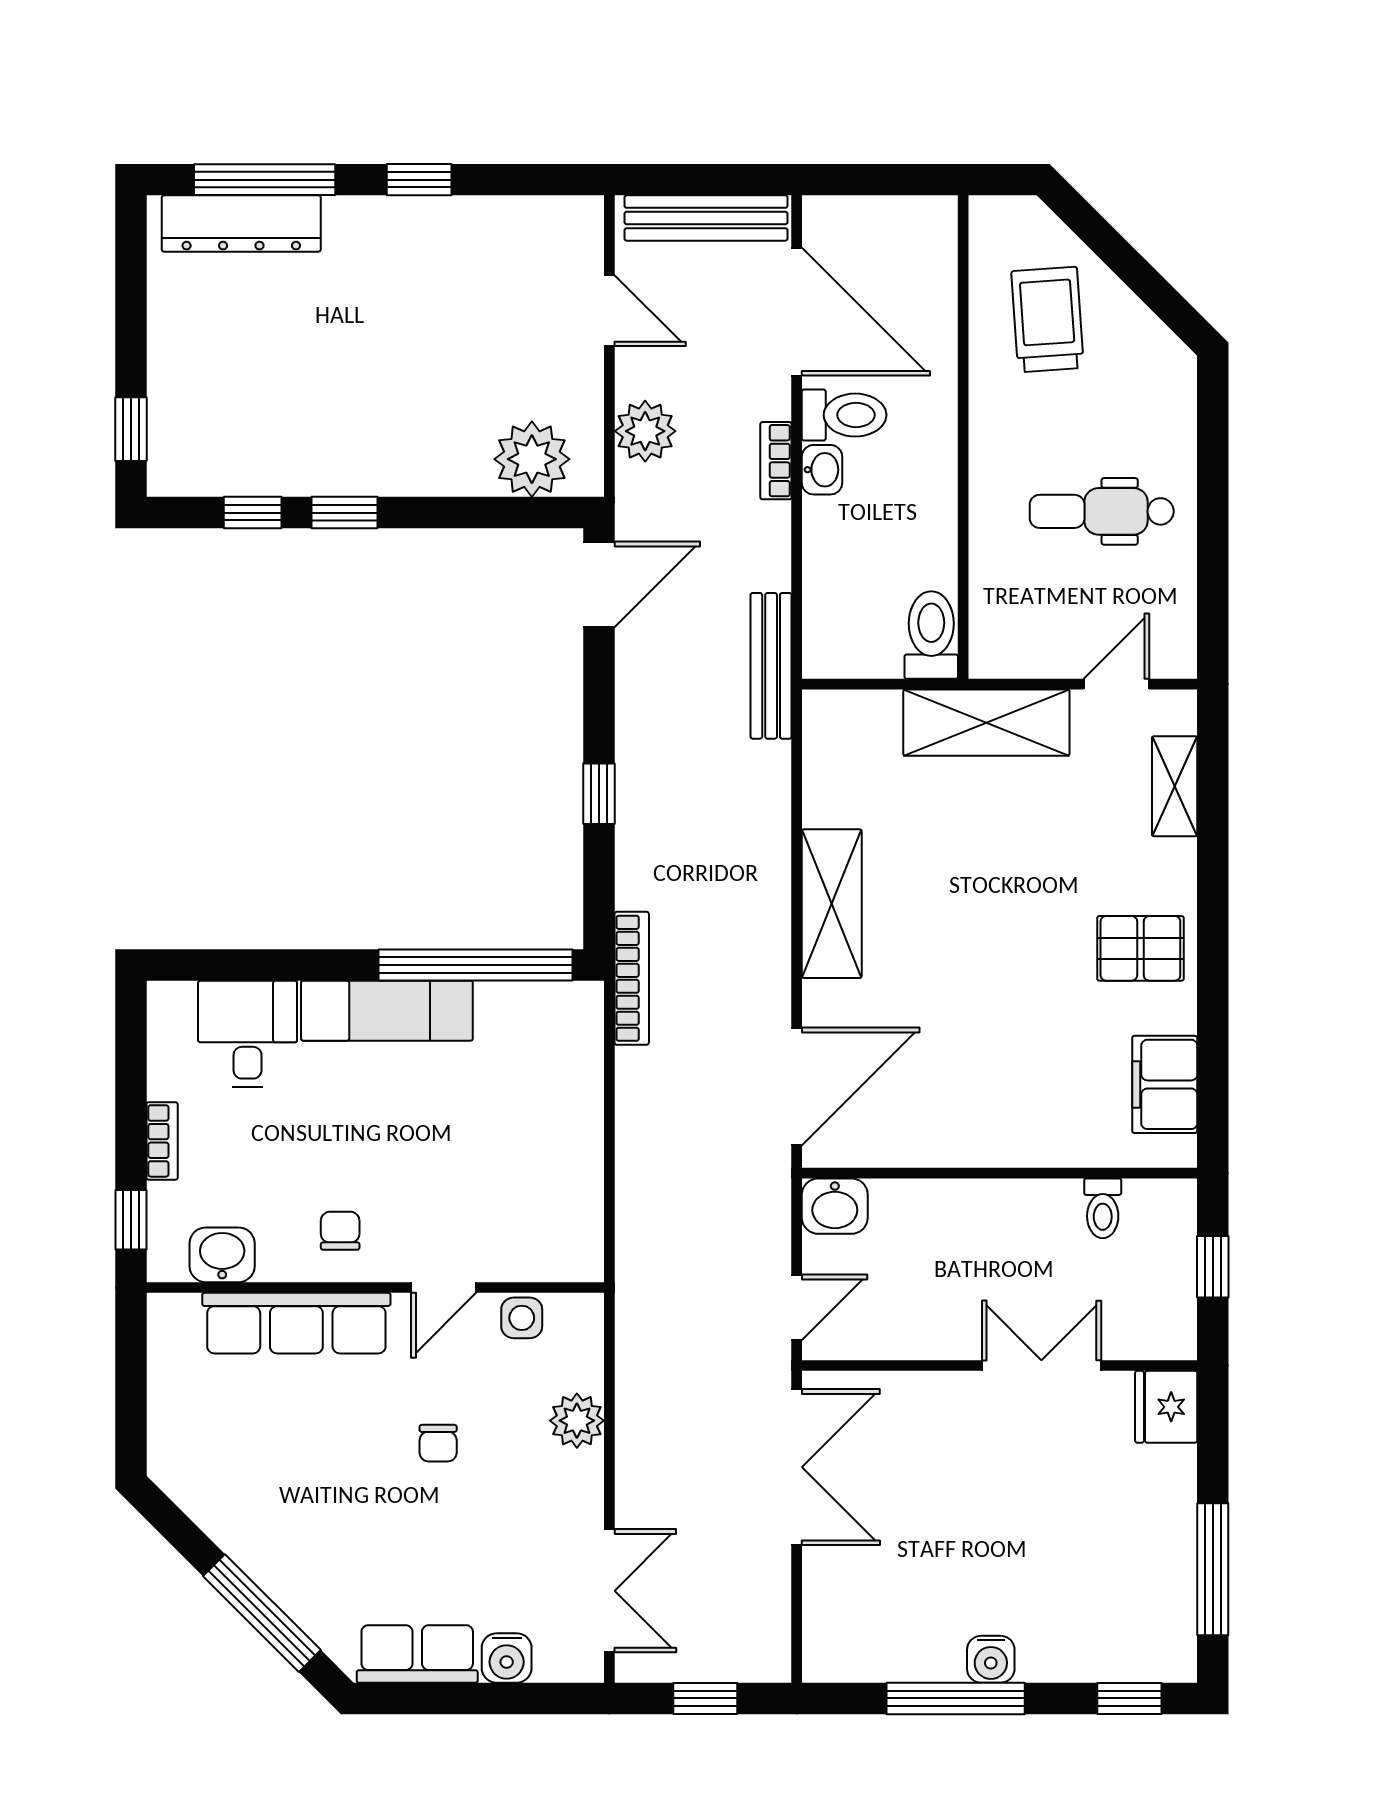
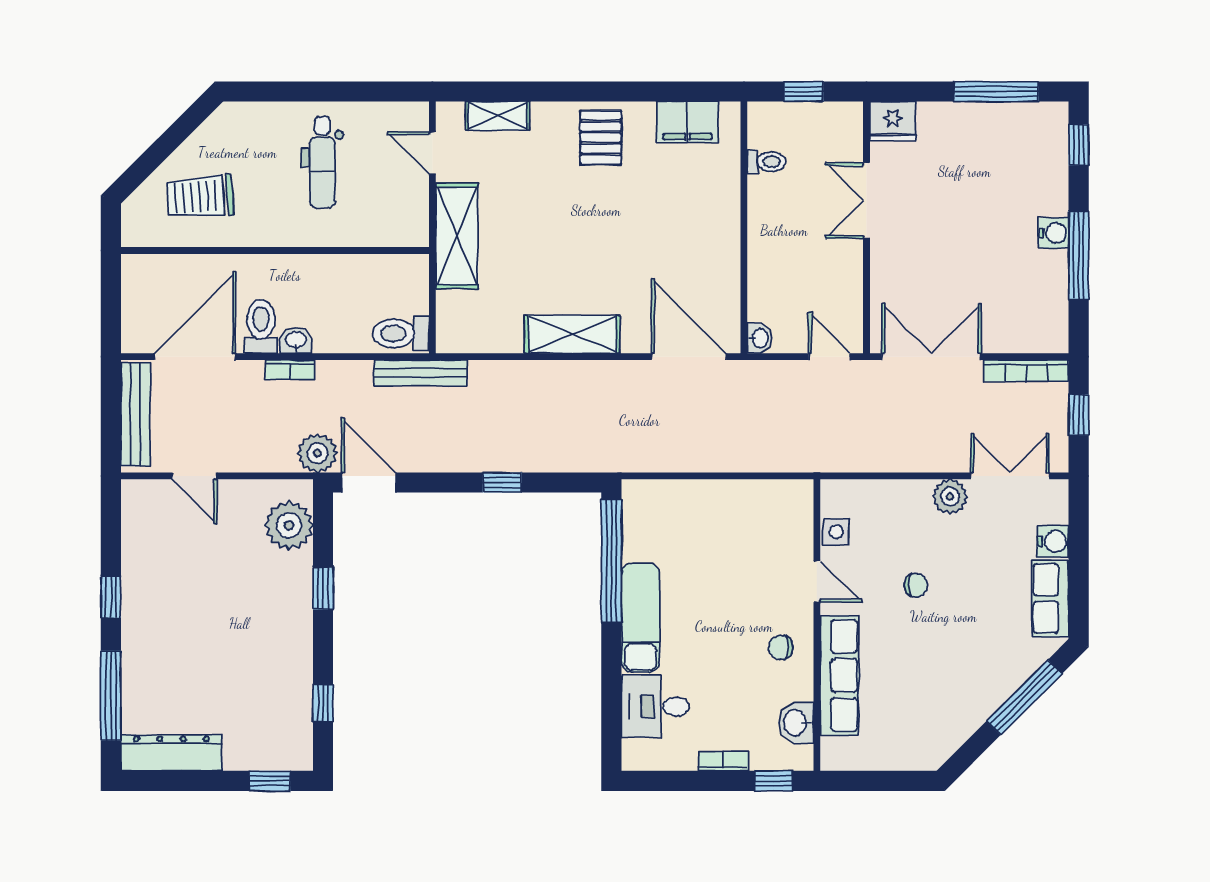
dresser: (241, 224) -> (171, 753), moved, turned -90
door: (609, 311) -> (194, 476), swing flipped
plant: (645, 431) -> (317, 453), moved
window: (344, 513) -> (323, 588), moved
toilet: (931, 635) -> (401, 334), moved
bookcase: (632, 978) -> (1026, 371), moved, turned 180
washbasin: (835, 1206) -> (759, 338), width x0.72, depth x0.69
plant: (577, 1421) -> (950, 497), moved

